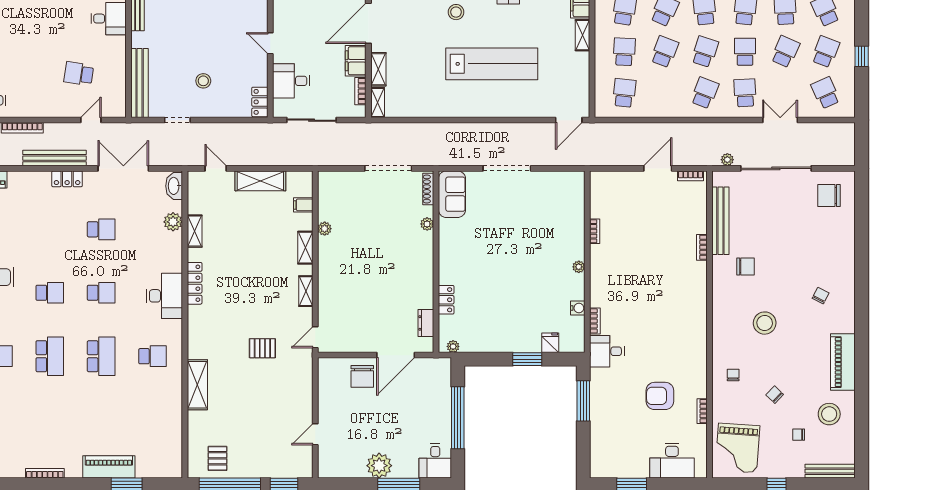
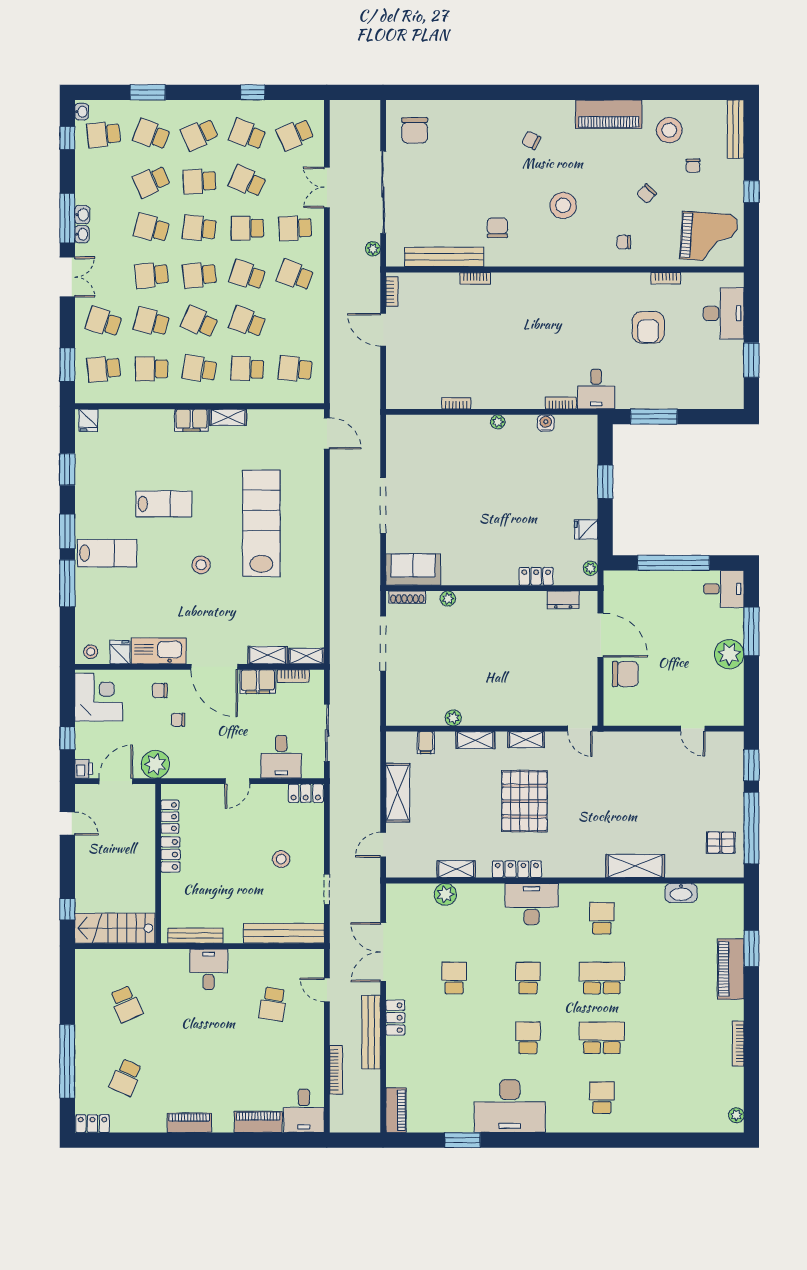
washbasin: (174, 186) -> (681, 893), moved
fridge: (550, 343) -> (586, 529), moved
pallet: (262, 348) -> (524, 801), moved, width x2.05, depth x2.00

